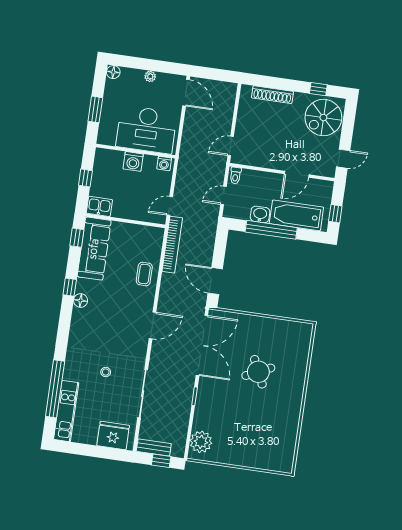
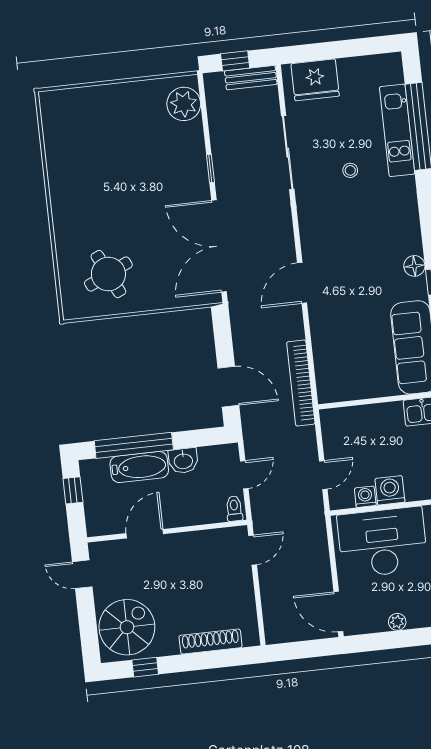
door: (343, 159) -> (82, 574), hinge flipped
washing machine: (164, 163) -> (365, 497), moved
door: (170, 206) -> (323, 475), moved
bathtub: (296, 215) -> (139, 467), width x0.73, depth x0.73
window: (271, 230) -> (134, 445), moved
coffee table: (144, 274) -> (331, 329), removed
door: (215, 281) -> (228, 387), moved
door: (152, 325) -> (302, 283), moved
round table: (258, 372) -> (108, 274), moved
kitchen unit: (66, 411) -> (397, 130), moved

